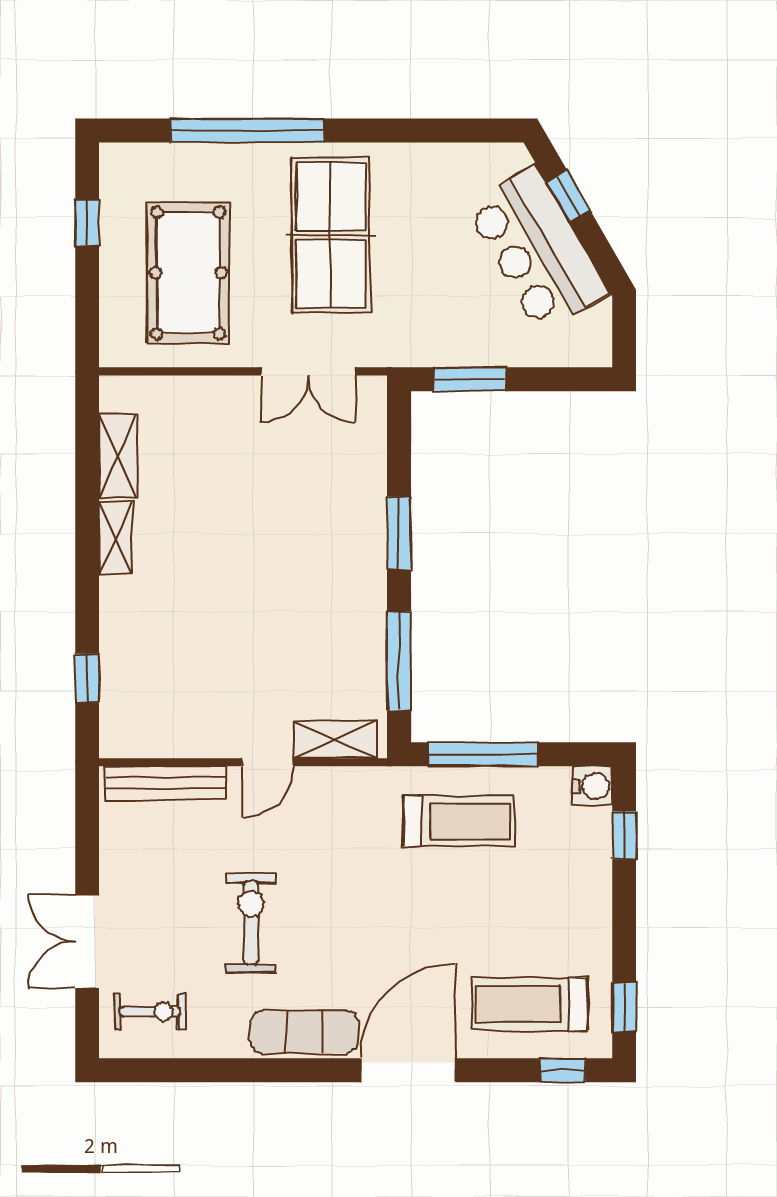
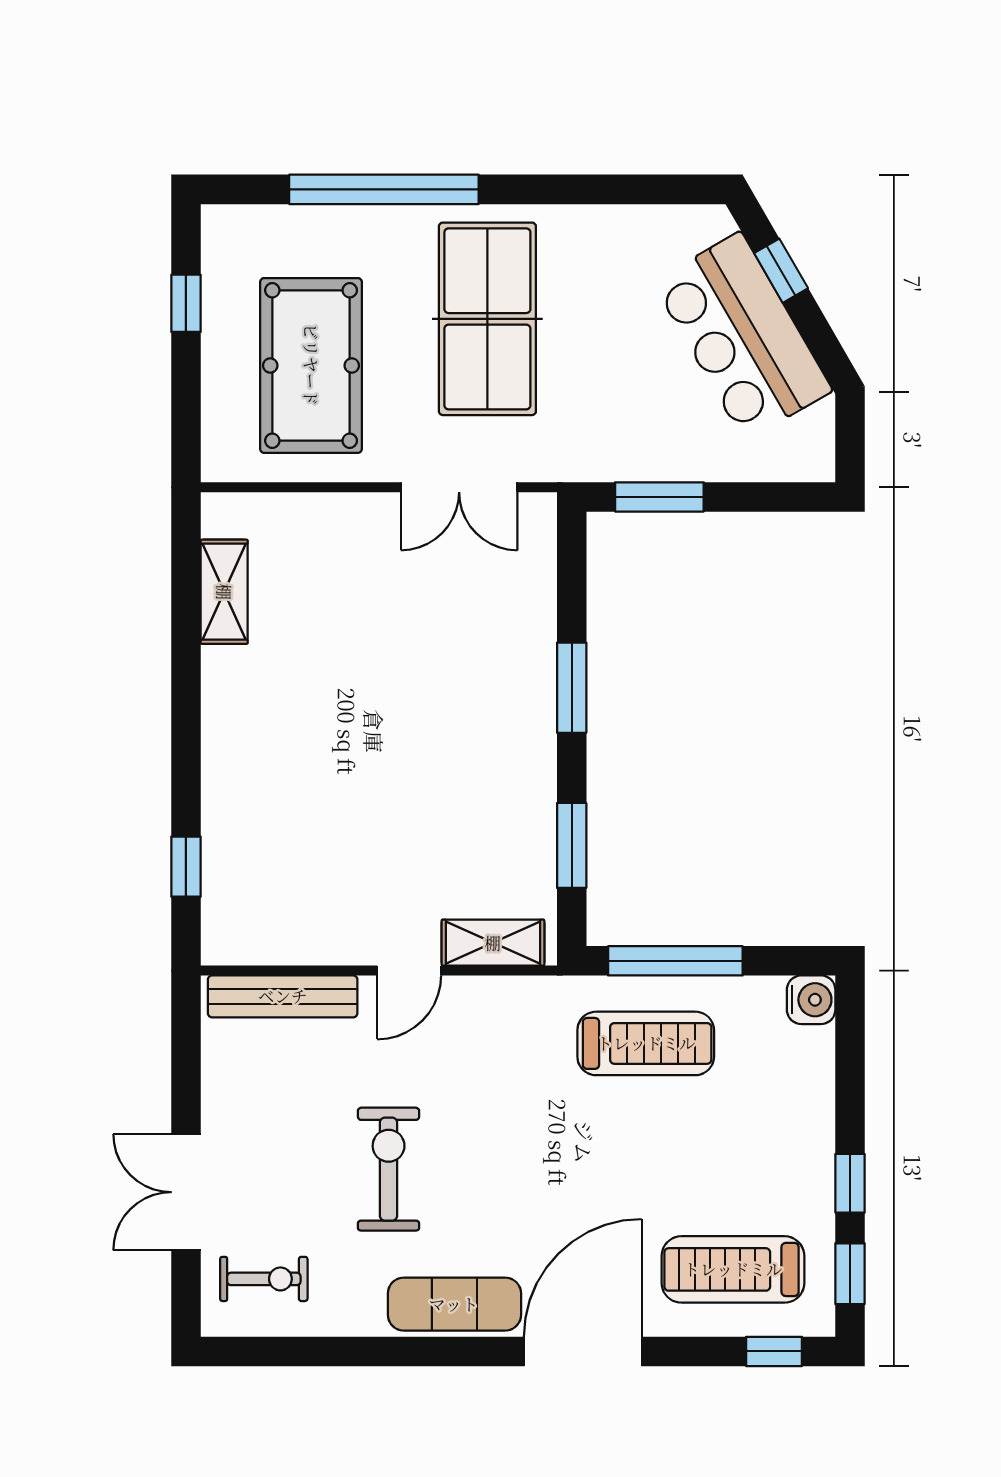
shelving: (116, 538) -> (221, 693), removed
window: (399, 661) -> (572, 845), width x0.69
window: (624, 835) -> (850, 1183), moved

